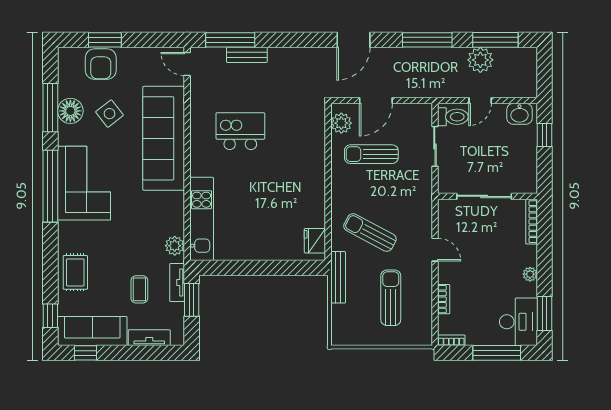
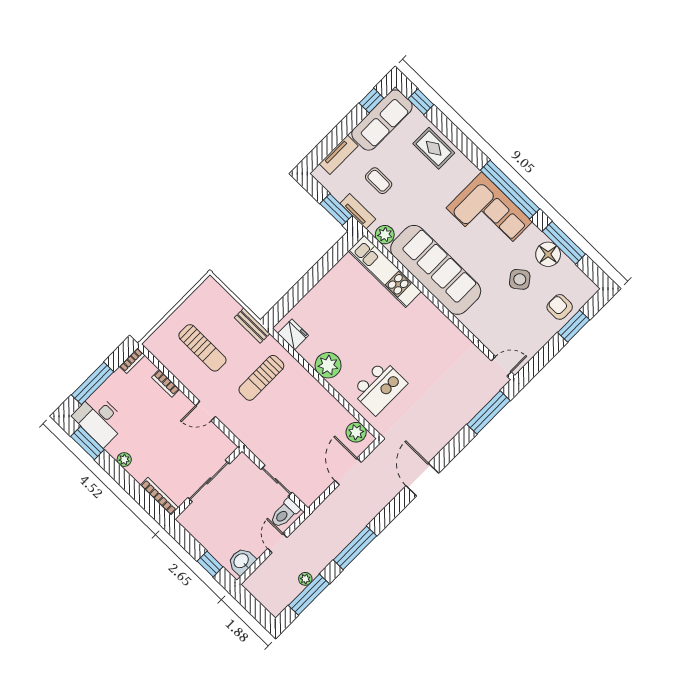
door: (353, 40) -> (422, 479), moved
bench: (247, 55) -> (467, 414), removed
plant: (480, 60) -> (305, 579), width x0.53, depth x0.53
armchair: (101, 64) -> (560, 307), width x0.72, depth x0.72
kitchen island: (240, 131) -> (379, 388), moved
sofa: (164, 138) -> (436, 270), moved
sun lounger: (371, 154) -> (314, 432), removed
plant: (312, 193) -> (328, 365), added
sun lounger: (370, 233) -> (261, 378), turned 152
bench: (338, 277) -> (252, 326), width x0.73

